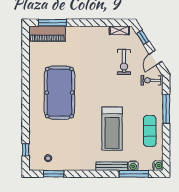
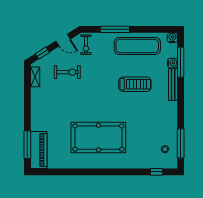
treadmill: (112, 129) -> (135, 84), width x0.73, depth x0.73
exercise mat: (150, 131) -> (137, 46), width x1.36, depth x1.45
window: (54, 174) -> (181, 143), width x1.44

